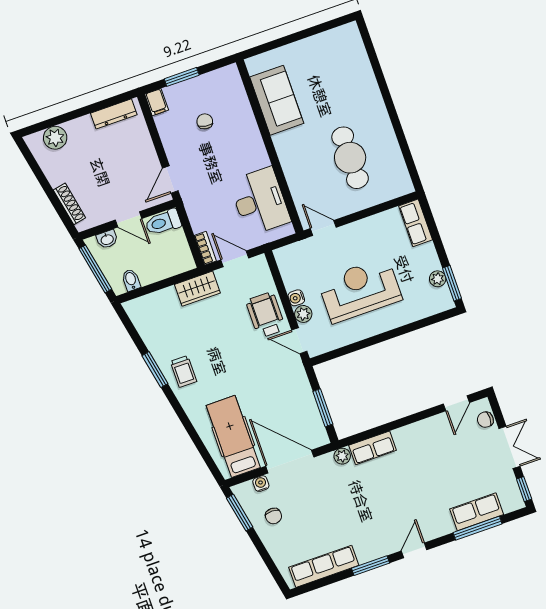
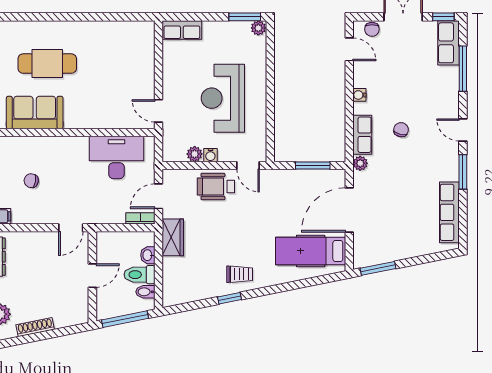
cafe table: (350, 158) -> (47, 64), moved
door: (170, 179) -> (71, 228), hinge flipped
shoe rack: (69, 204) -> (35, 327), moved
toilet: (163, 222) -> (139, 275), moved, turned 90
door: (323, 228) -> (158, 111), hinge flipped
washbasin: (107, 239) -> (148, 255), moved, turned 180
plant: (438, 279) -> (258, 28), moved
plant: (303, 314) -> (195, 154), moved
door: (299, 341) -> (248, 165), hinge flipped
window: (155, 370) -> (230, 298), width x0.67
water cooler: (261, 484) -> (359, 95), moved
row of seats: (477, 512) -> (449, 43), moved
chair: (273, 516) -> (401, 130), moved, turned -76

